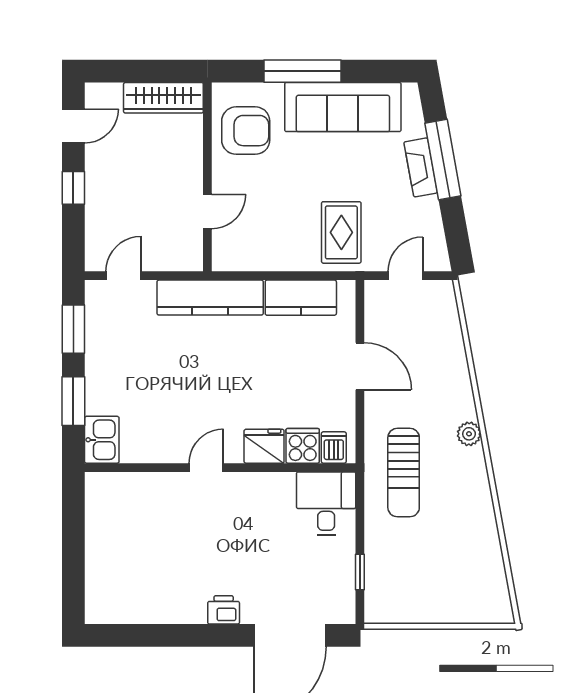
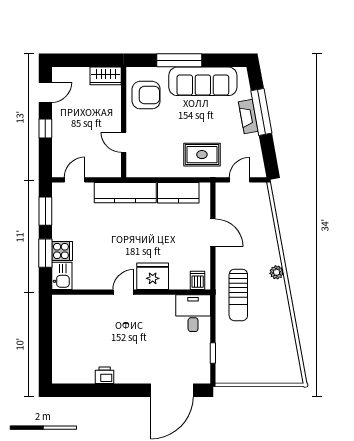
wardrobe: (163, 98) -> (106, 76), width x0.67
door: (207, 211) -> (124, 142), swing flipped
rug: (341, 232) -> (202, 155), turned 90
fridge: (264, 446) -> (153, 276), width x1.36, depth x1.34
cooker: (303, 446) -> (62, 251), moved, turned 90
printer: (224, 610) -> (105, 375), moved

